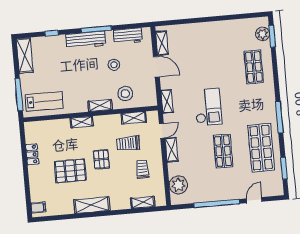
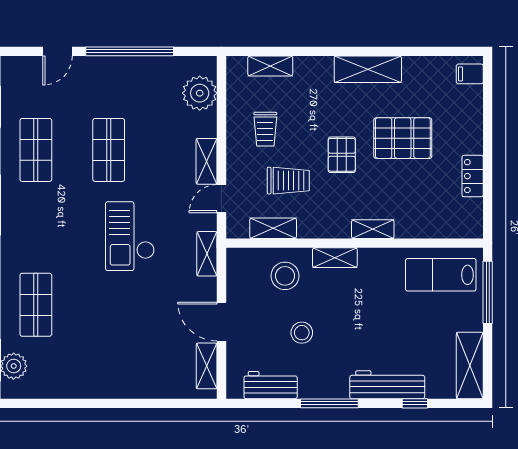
workbench: (86, 40) -> (387, 385), moved
shop shelf: (261, 148) -> (36, 150), width x0.70, depth x0.74

